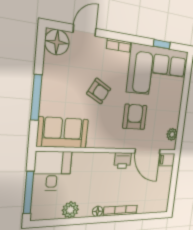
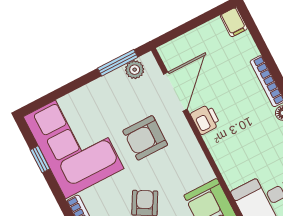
window: (181, 127) -> (118, 63), added
filing cabinet: (167, 160) -> (234, 22), moved

